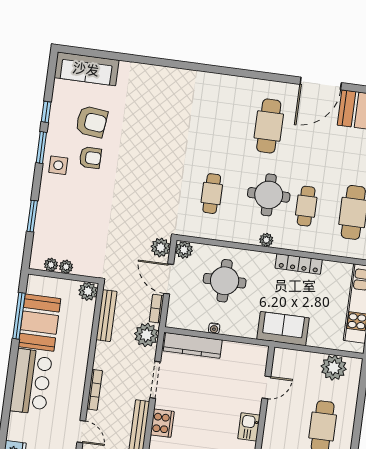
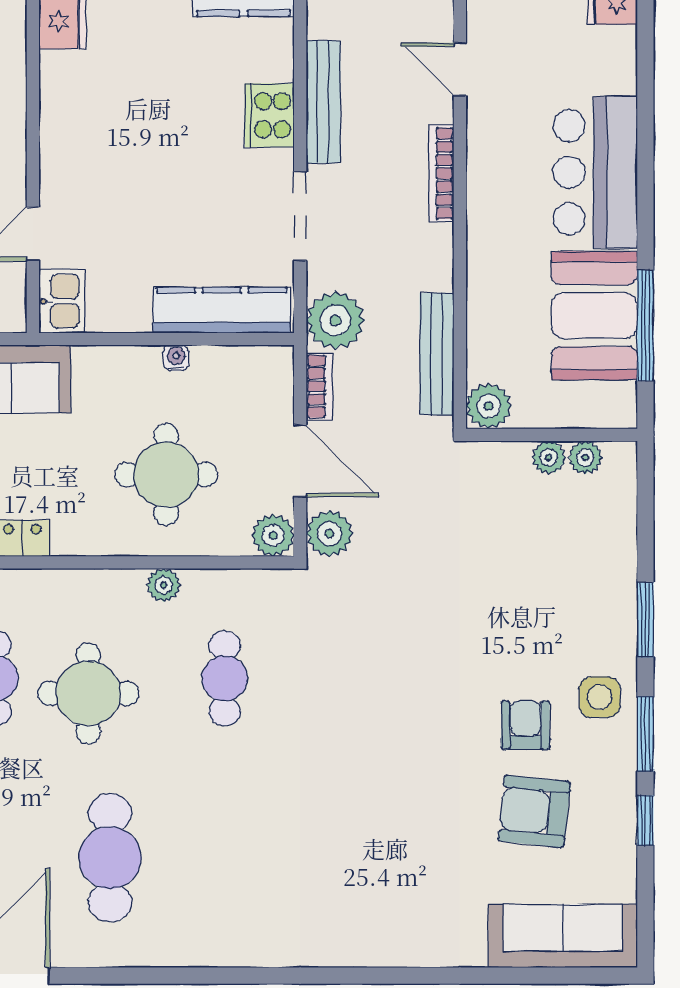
armchair: (90, 158) -> (526, 725), turned 90
window: (32, 216) -> (645, 620), moved
plant: (266, 240) -> (164, 585), moved
kitchen sink: (249, 427) -> (62, 301), moved

